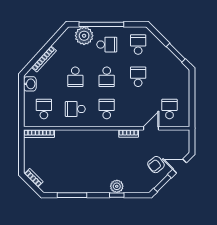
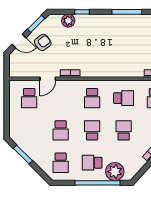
plant: (117, 186) -> (68, 21), moved

